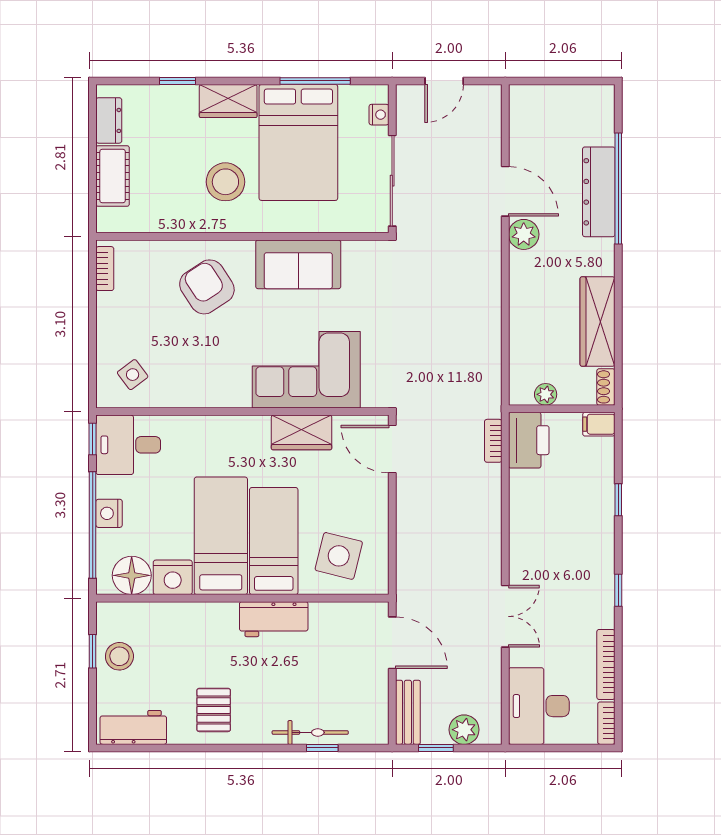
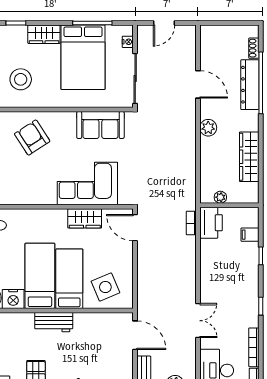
stool: (225, 182) -> (21, 79), moved
plant: (524, 234) -> (208, 128), moved
sofa: (298, 264) -> (100, 125), moved
shoe rack: (606, 387) -> (254, 48), moved
filing cabinet: (599, 424) -> (250, 235), moved
side table: (339, 556) -> (105, 287), turned -37
workbench: (274, 619) -> (54, 322), moved

